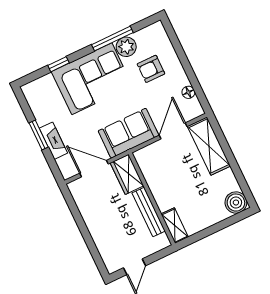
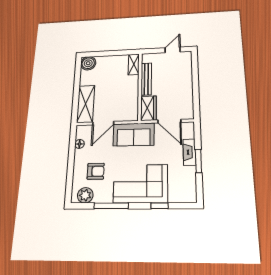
plant: (126, 47) -> (85, 195), moved

